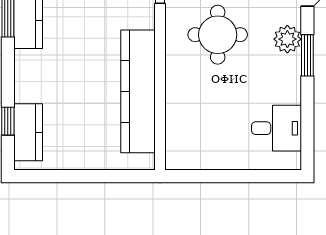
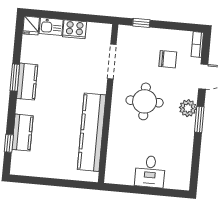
desk: (277, 128) -> (150, 172), moved, turned 90
kitchen counter: (28, 132) -> (23, 133), moved

